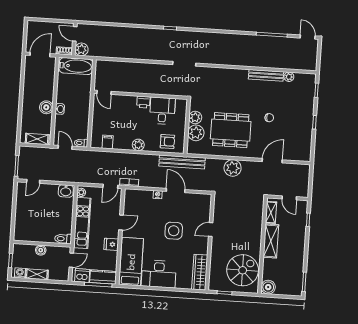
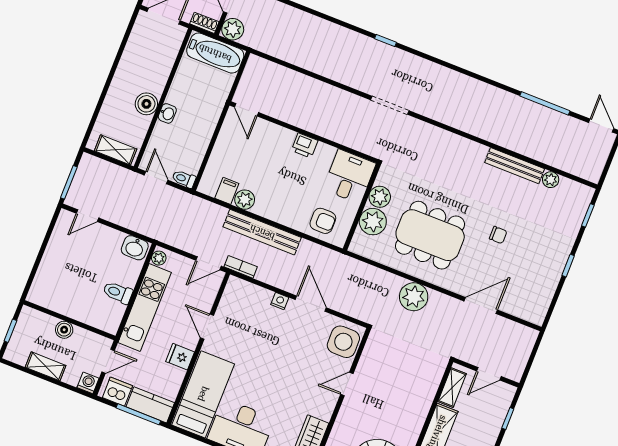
desk: (162, 111) -> (349, 176), moved
plant: (138, 145) -> (245, 200), moved
bench: (182, 162) -> (262, 232), moved
door: (289, 198) -> (489, 374), hinge flipped
door: (121, 222) -> (207, 327), swing flipped
side table: (174, 231) -> (343, 342), moved
toilet: (63, 239) -> (118, 293), moved
washing machine: (20, 273) -> (88, 383), moved

